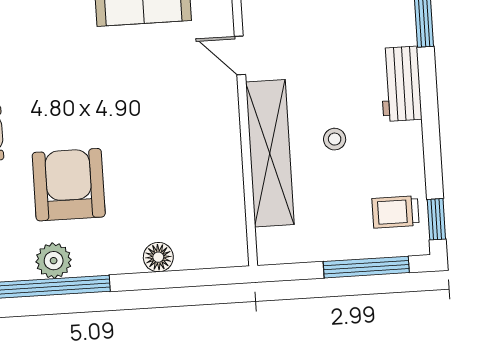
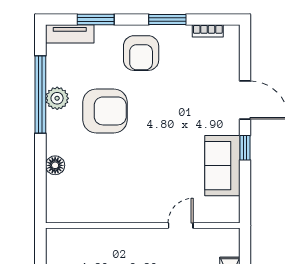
shelving: (270, 153) -> (117, 241), removed

